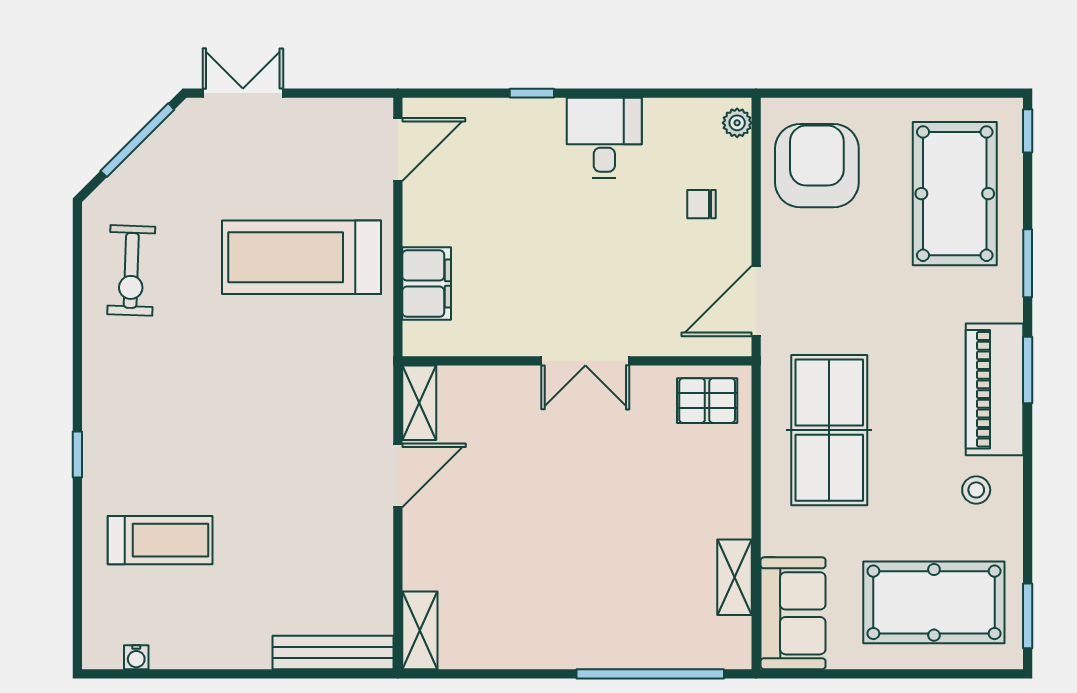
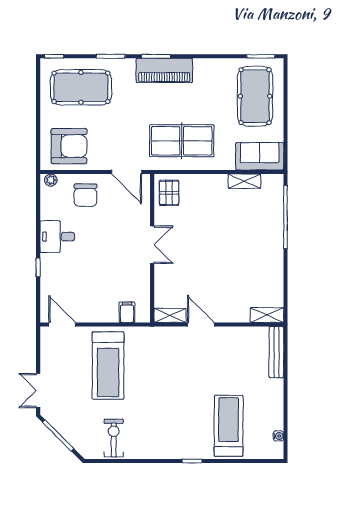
armchair: (817, 166) -> (69, 146), turned 180
chair: (702, 204) -> (85, 195), width x1.87, depth x1.87
exercise bike: (131, 270) -> (114, 438), turned -92
filing cabinet: (427, 284) -> (127, 312), width x0.50
stool: (976, 490) -> (207, 78), removed
treadmill: (160, 540) -> (229, 426), width x1.37, depth x1.38

